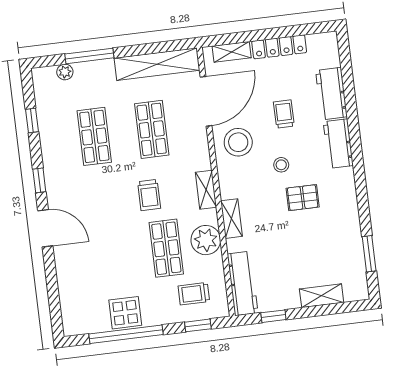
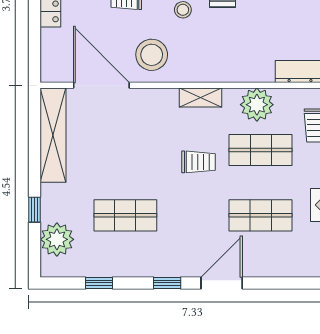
shelving: (232, 52) -> (50, 50), removed
window: (89, 56) -> (34, 210), width x0.46
plant: (65, 72) -> (57, 239), width x1.88, depth x1.88
shop shelf: (152, 129) -> (261, 215), moved
shelving: (231, 219) -> (236, 73), removed

